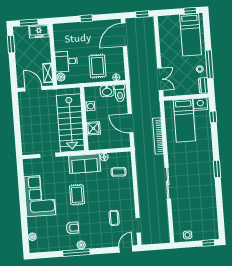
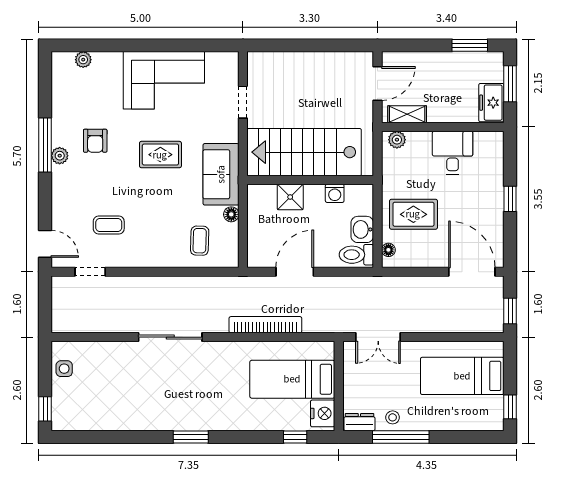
bed: (191, 35) -> (462, 376), moved
desk: (66, 61) -> (453, 153), moved

